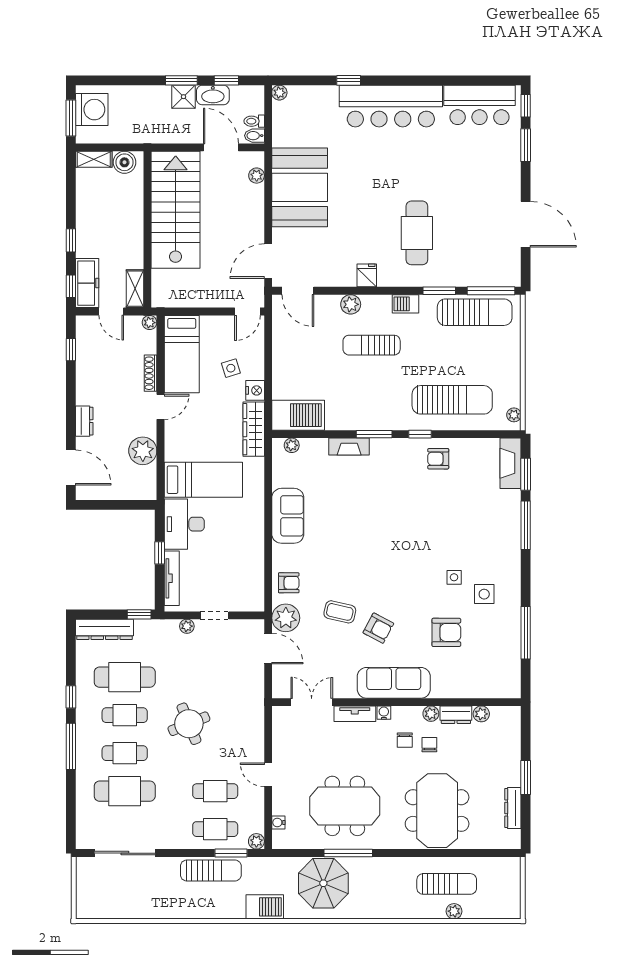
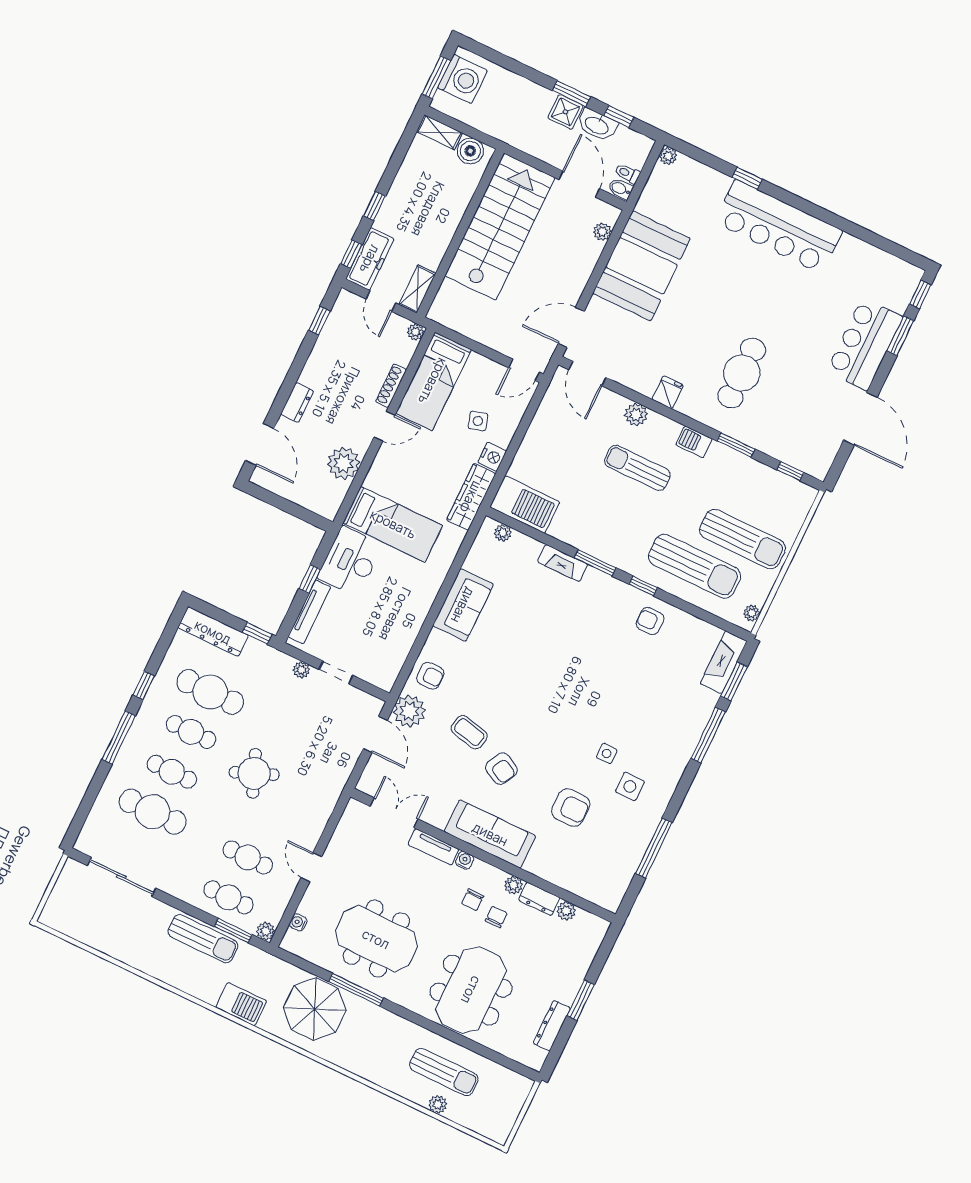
bar counter: (479, 105) -> (865, 344), moved, turned 90
window: (491, 291) -> (790, 471), width x0.46
sun lounger: (475, 312) -> (742, 539), moved

